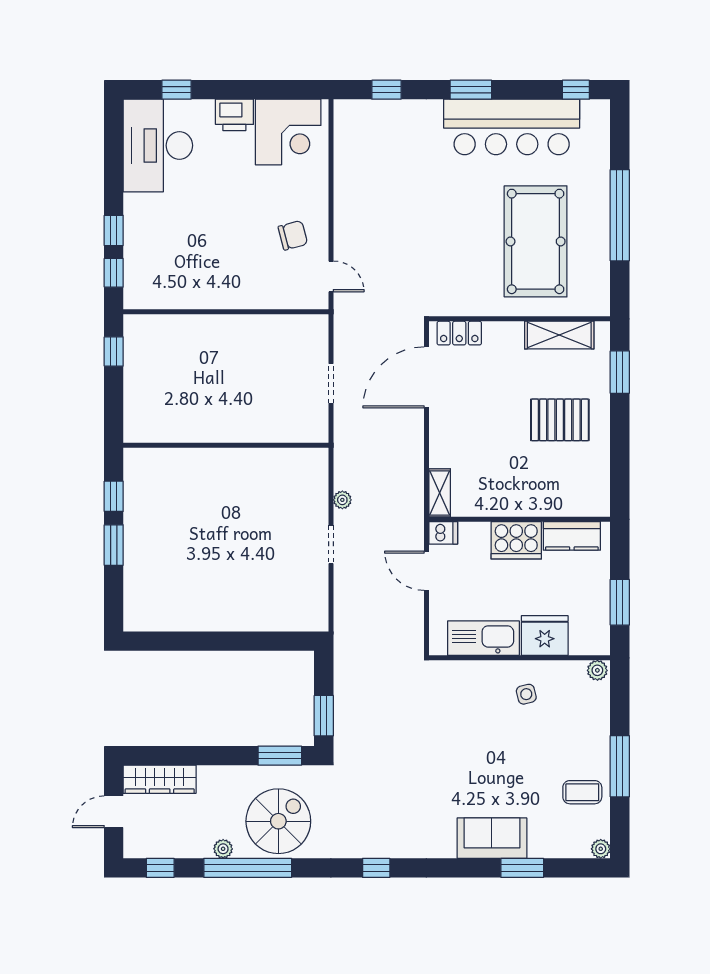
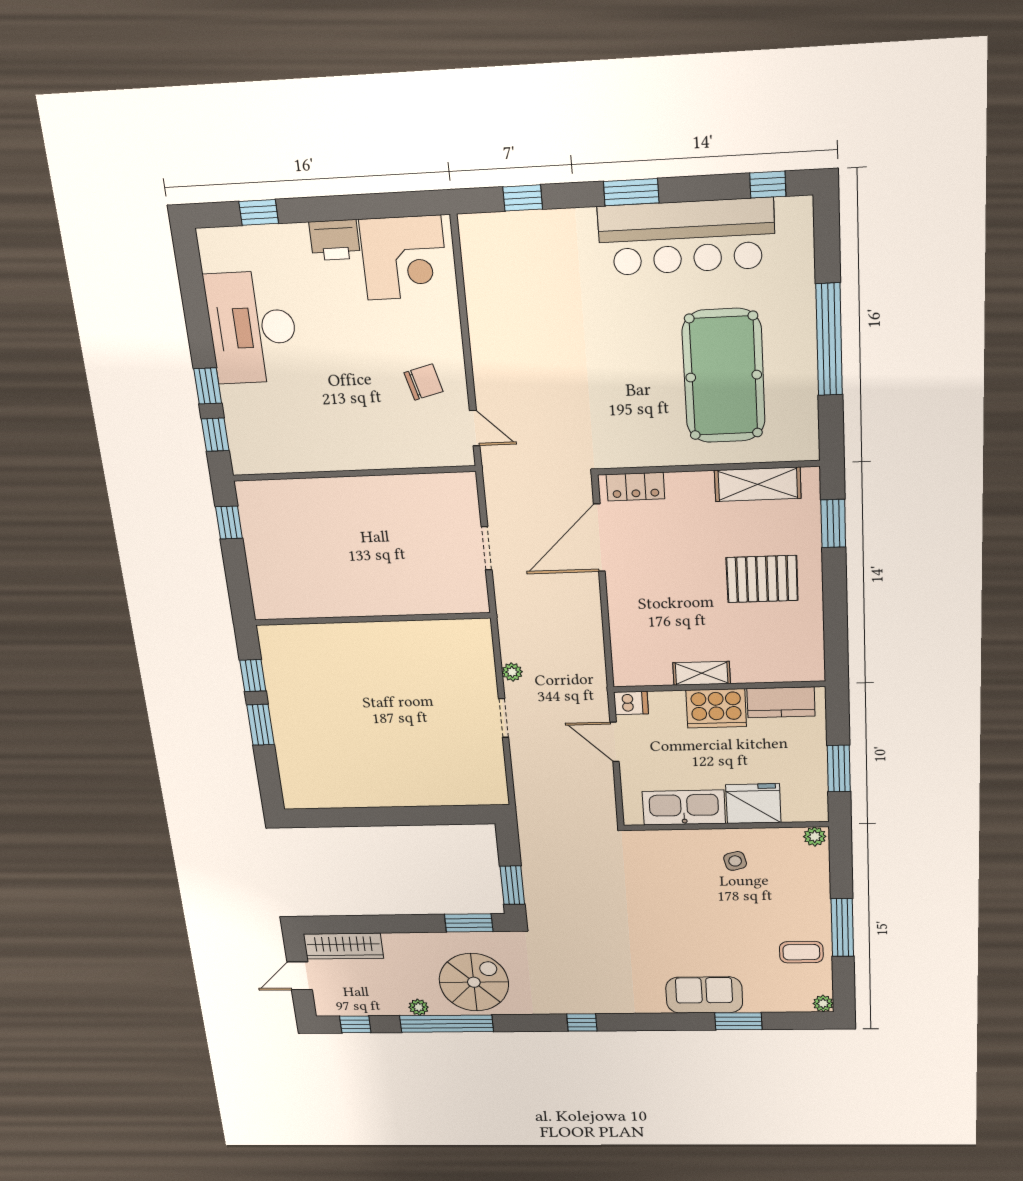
desk: (158, 145) -> (252, 328), moved
shelving: (440, 493) -> (702, 673), moved, turned 90

